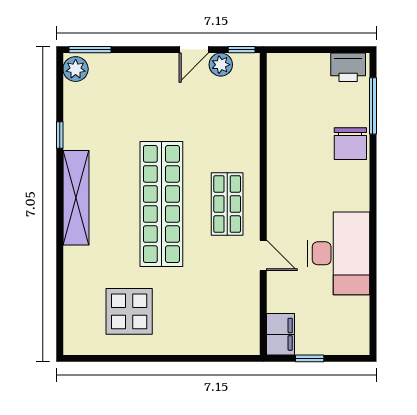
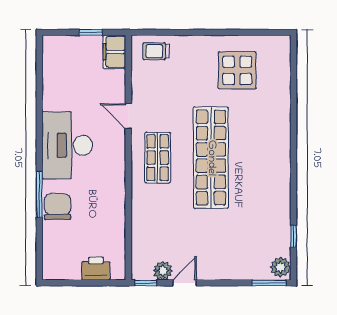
printer: (348, 67) -> (96, 269), moved
window: (373, 106) -> (39, 194), moved
window: (60, 135) -> (294, 236), moved
shelving: (76, 198) -> (280, 163), removed
desk: (338, 253) -> (67, 145), moved
trolley: (229, 335) -> (156, 51), added

